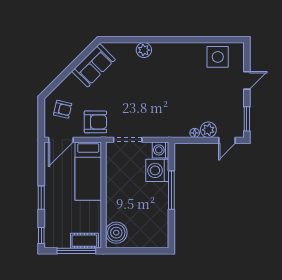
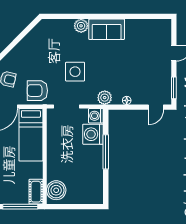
side table: (218, 57) -> (75, 72), moved
sofa: (94, 65) -> (107, 29), moved, turned 45
armchair: (95, 122) -> (37, 91), turned 180
plant: (208, 130) -> (105, 98), moved
cot: (84, 241) -> (36, 192), moved, turned 90

